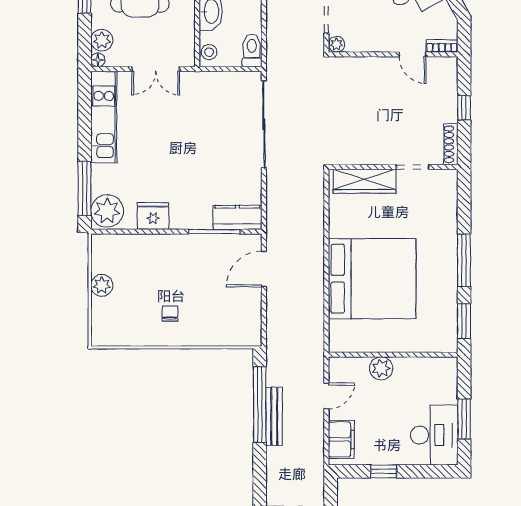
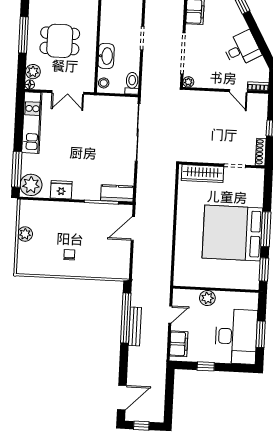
bed: (372, 279) -> (232, 233), moved, turned 180
desk: (434, 435) -> (236, 337), width x1.36, depth x1.30

